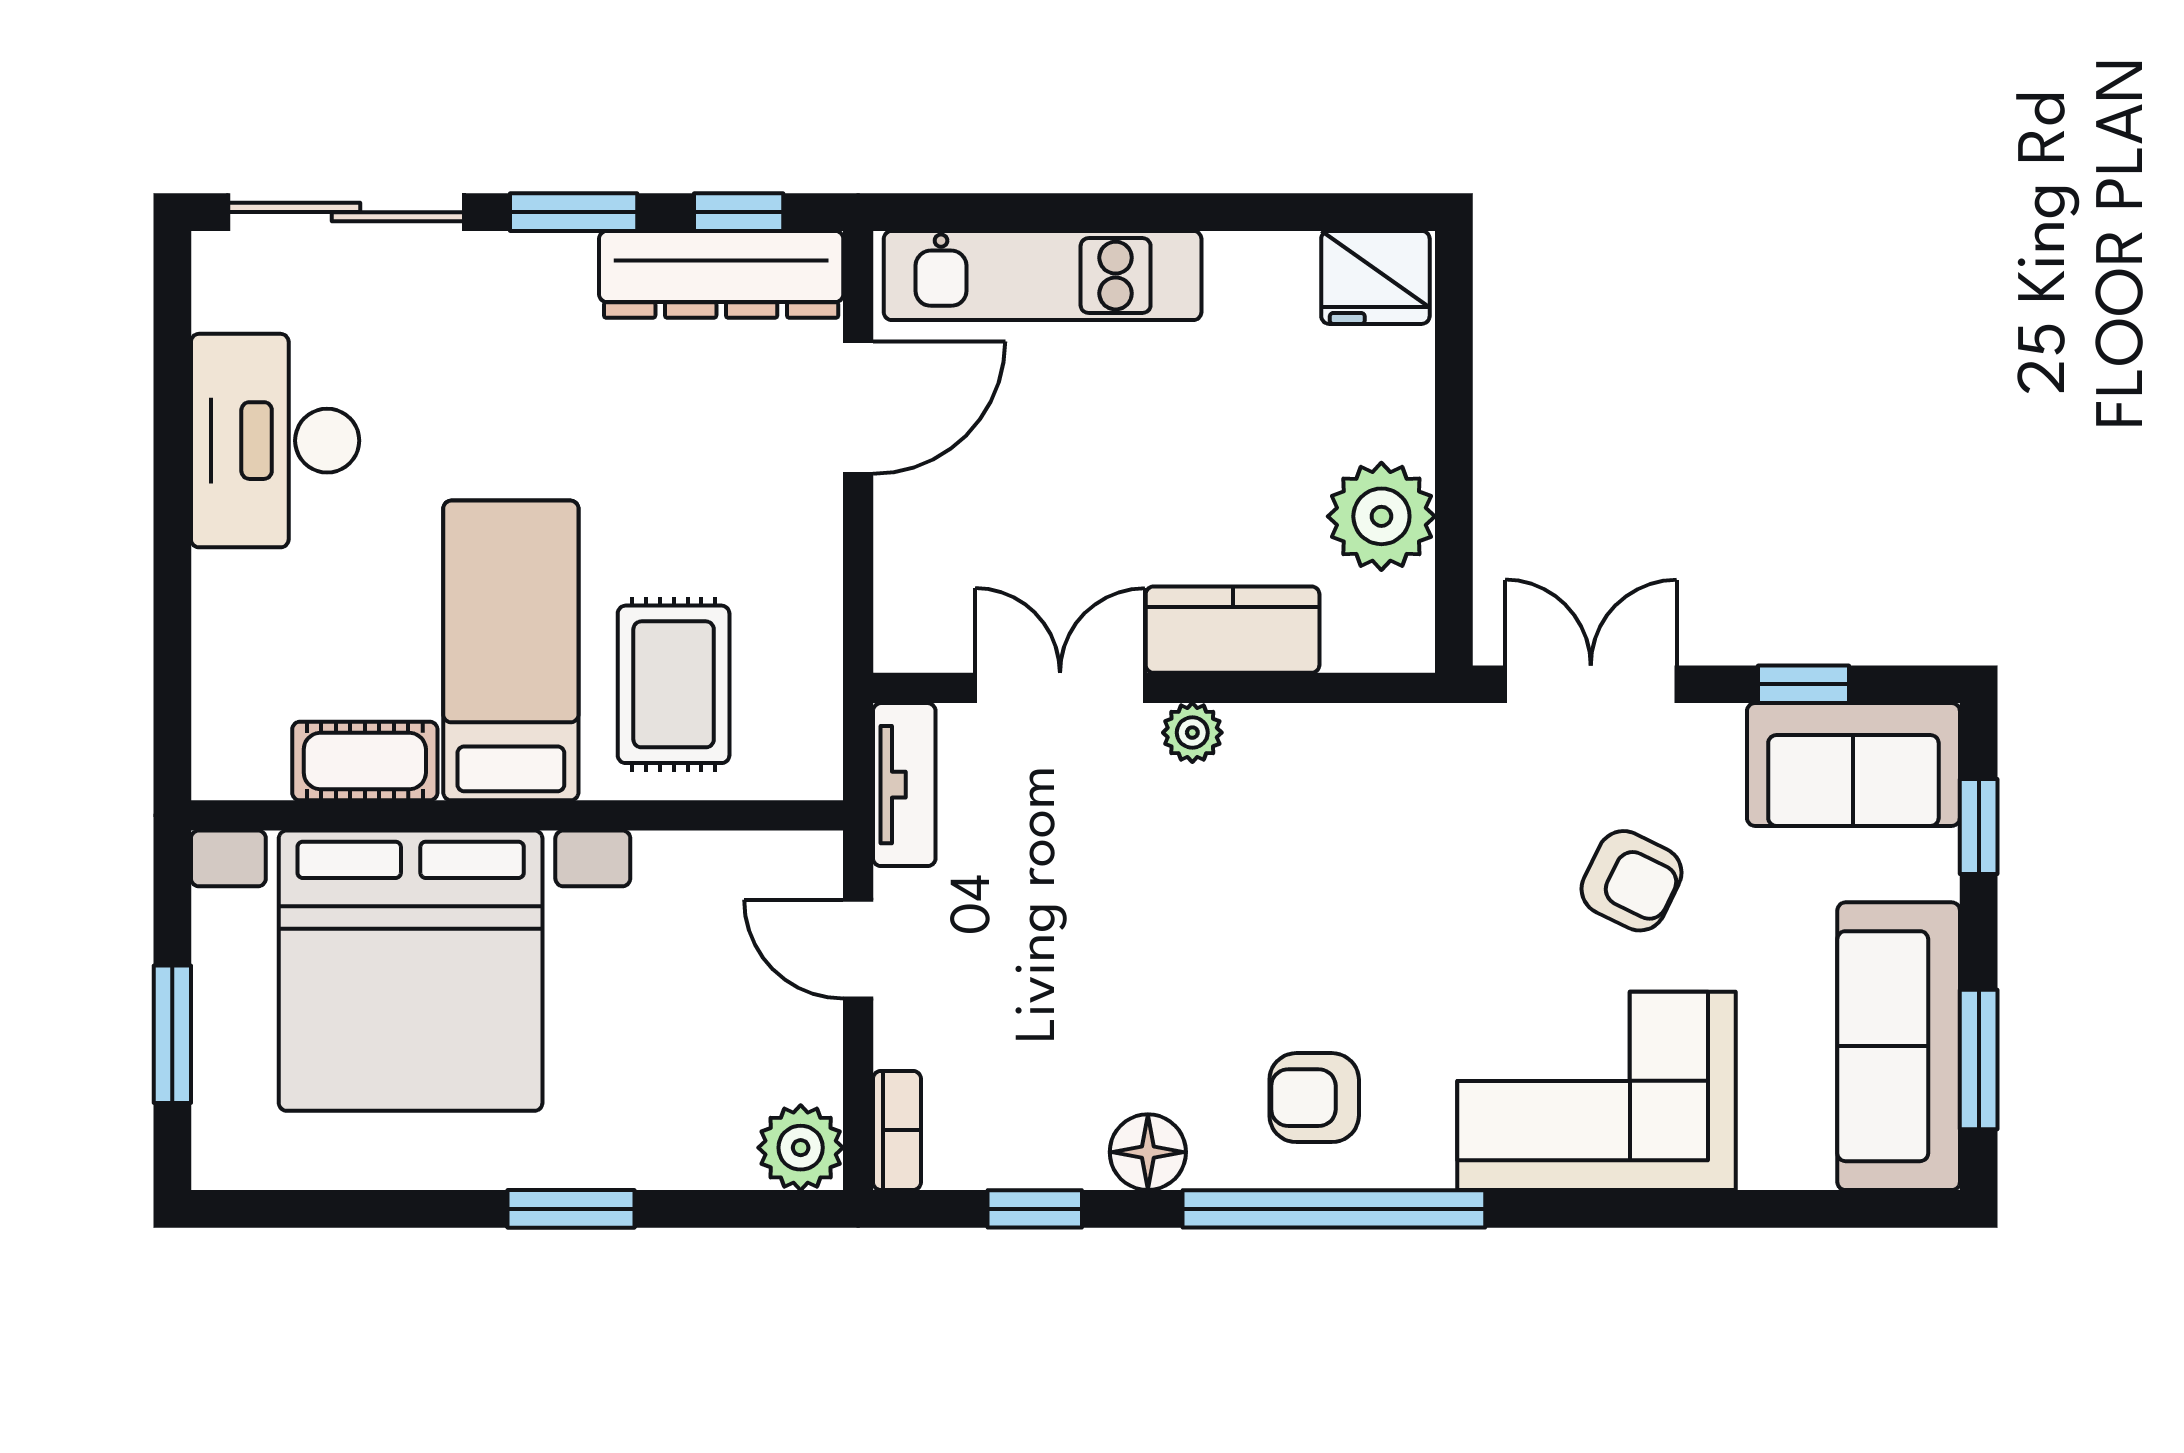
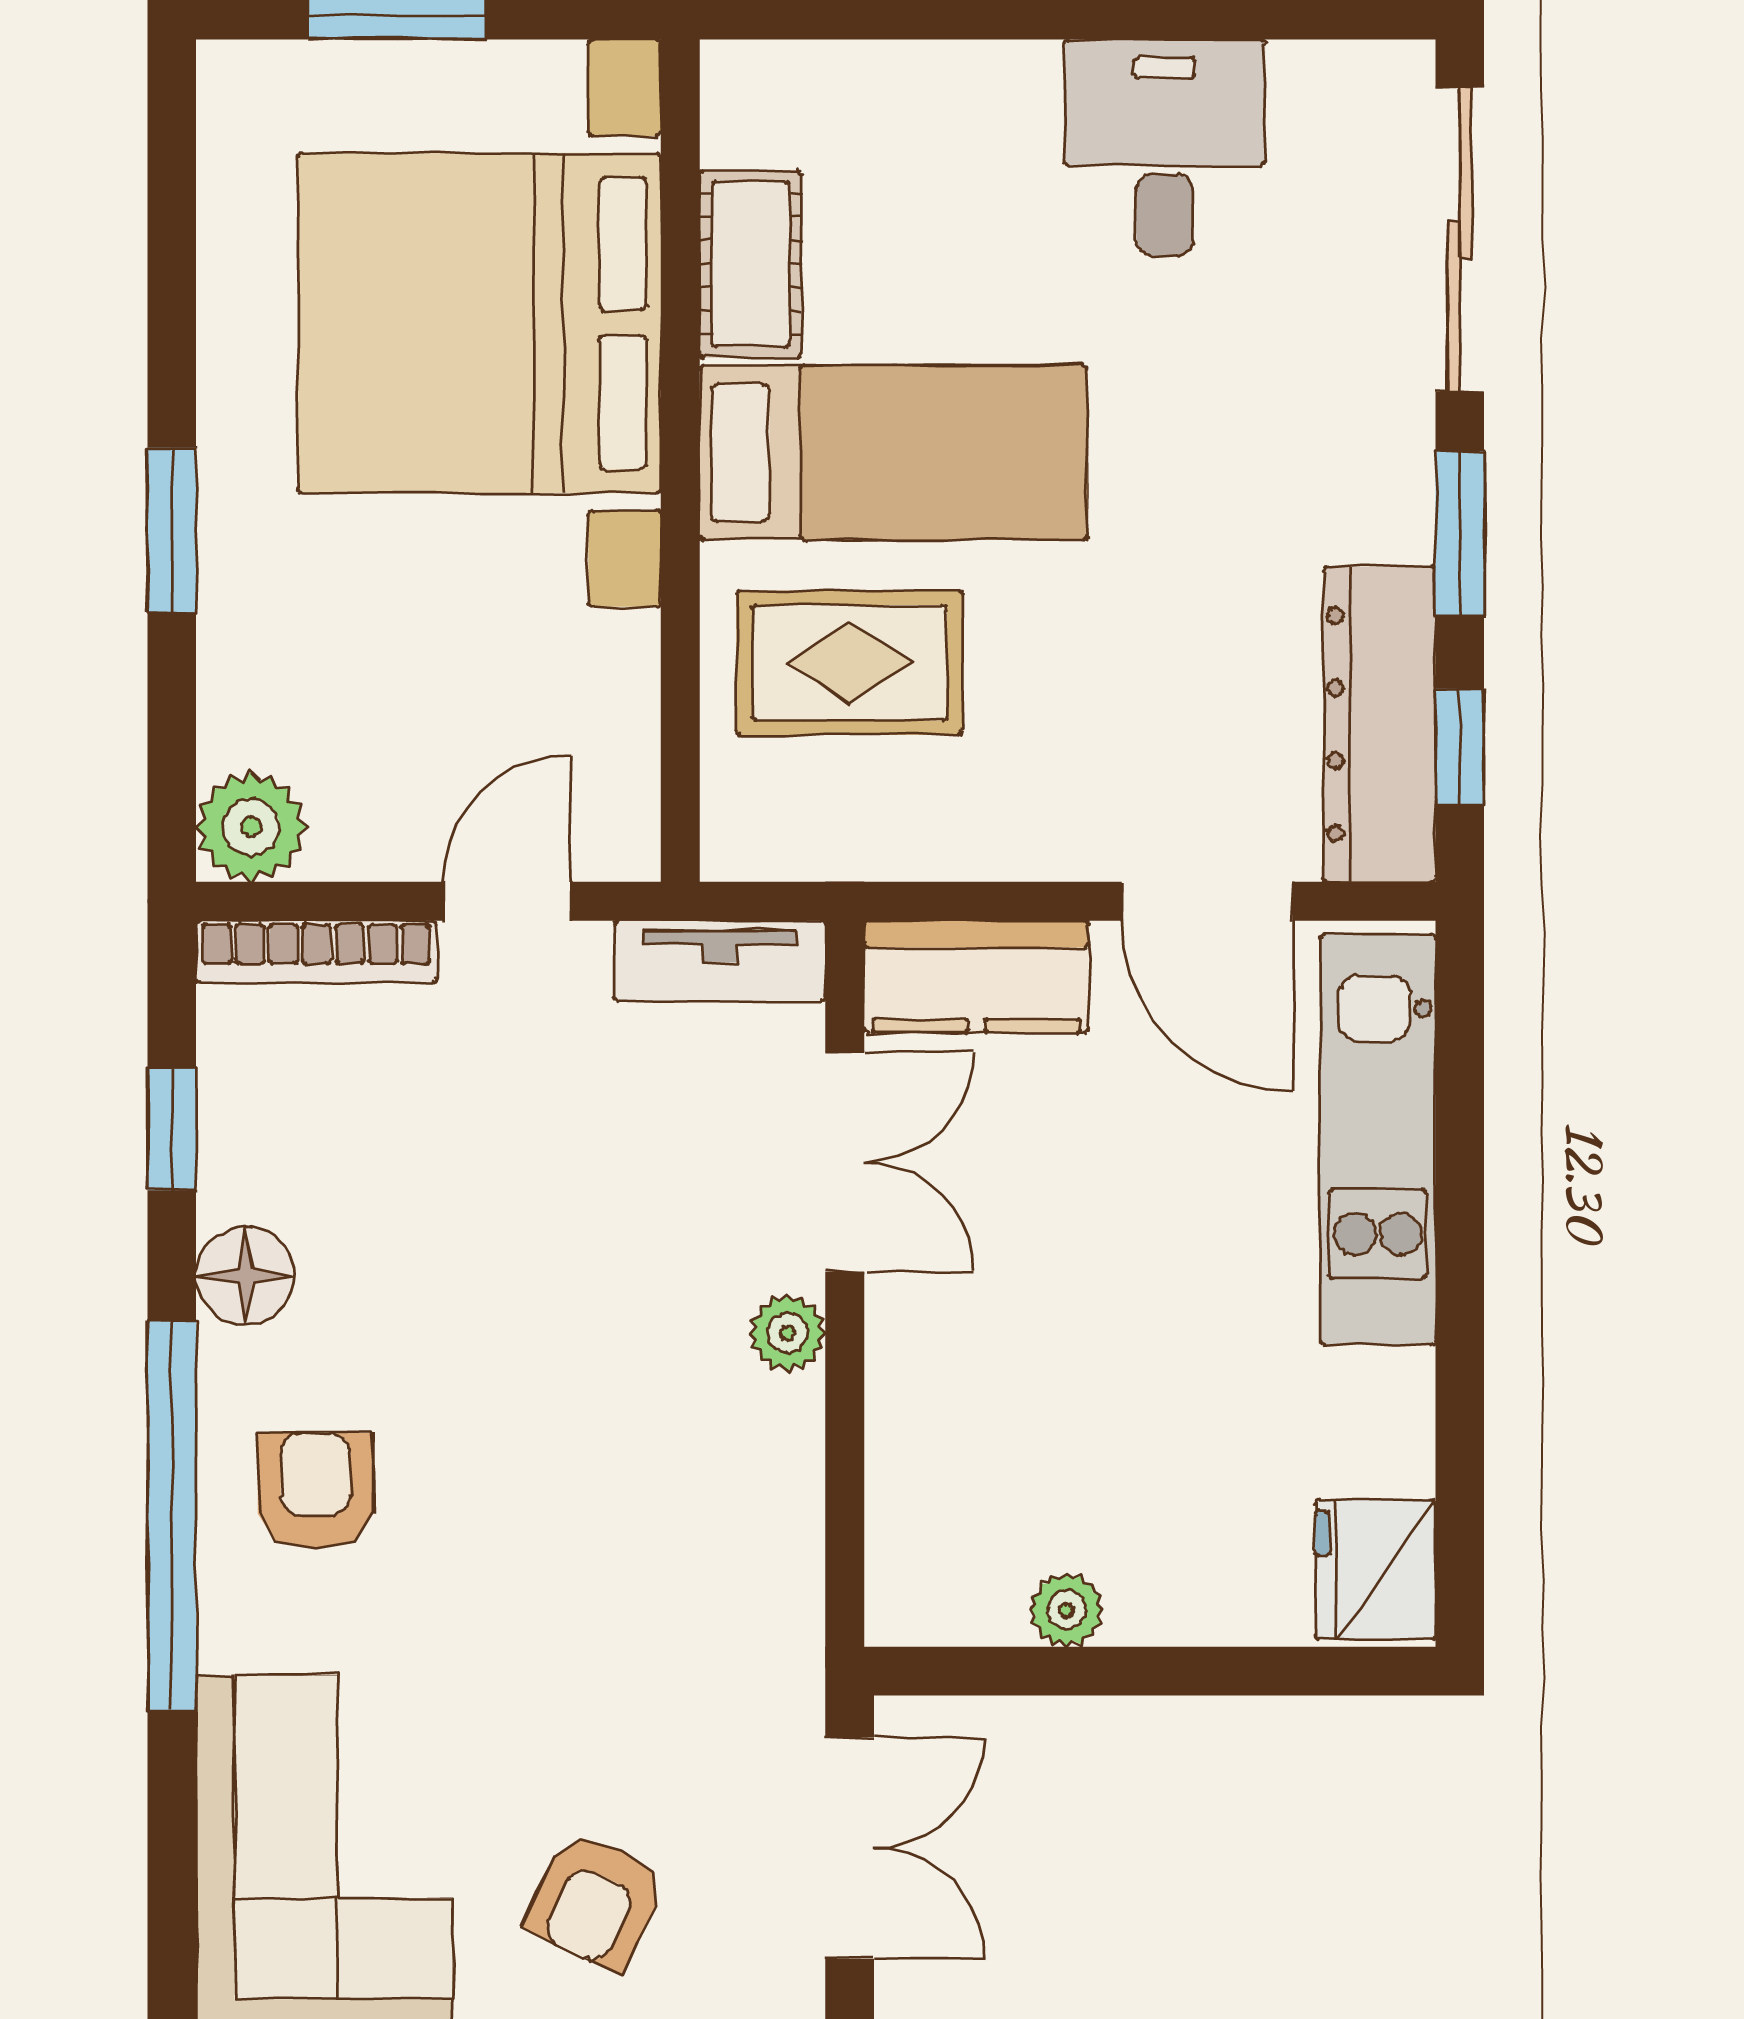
desk: (275, 441) -> (1164, 148), width x0.73
plant: (1381, 516) -> (1067, 1610), width x0.53, depth x0.53
kitchen counter: (1233, 630) -> (976, 977), moved, turned 90
bookcase: (897, 1130) -> (316, 951), width x1.56

